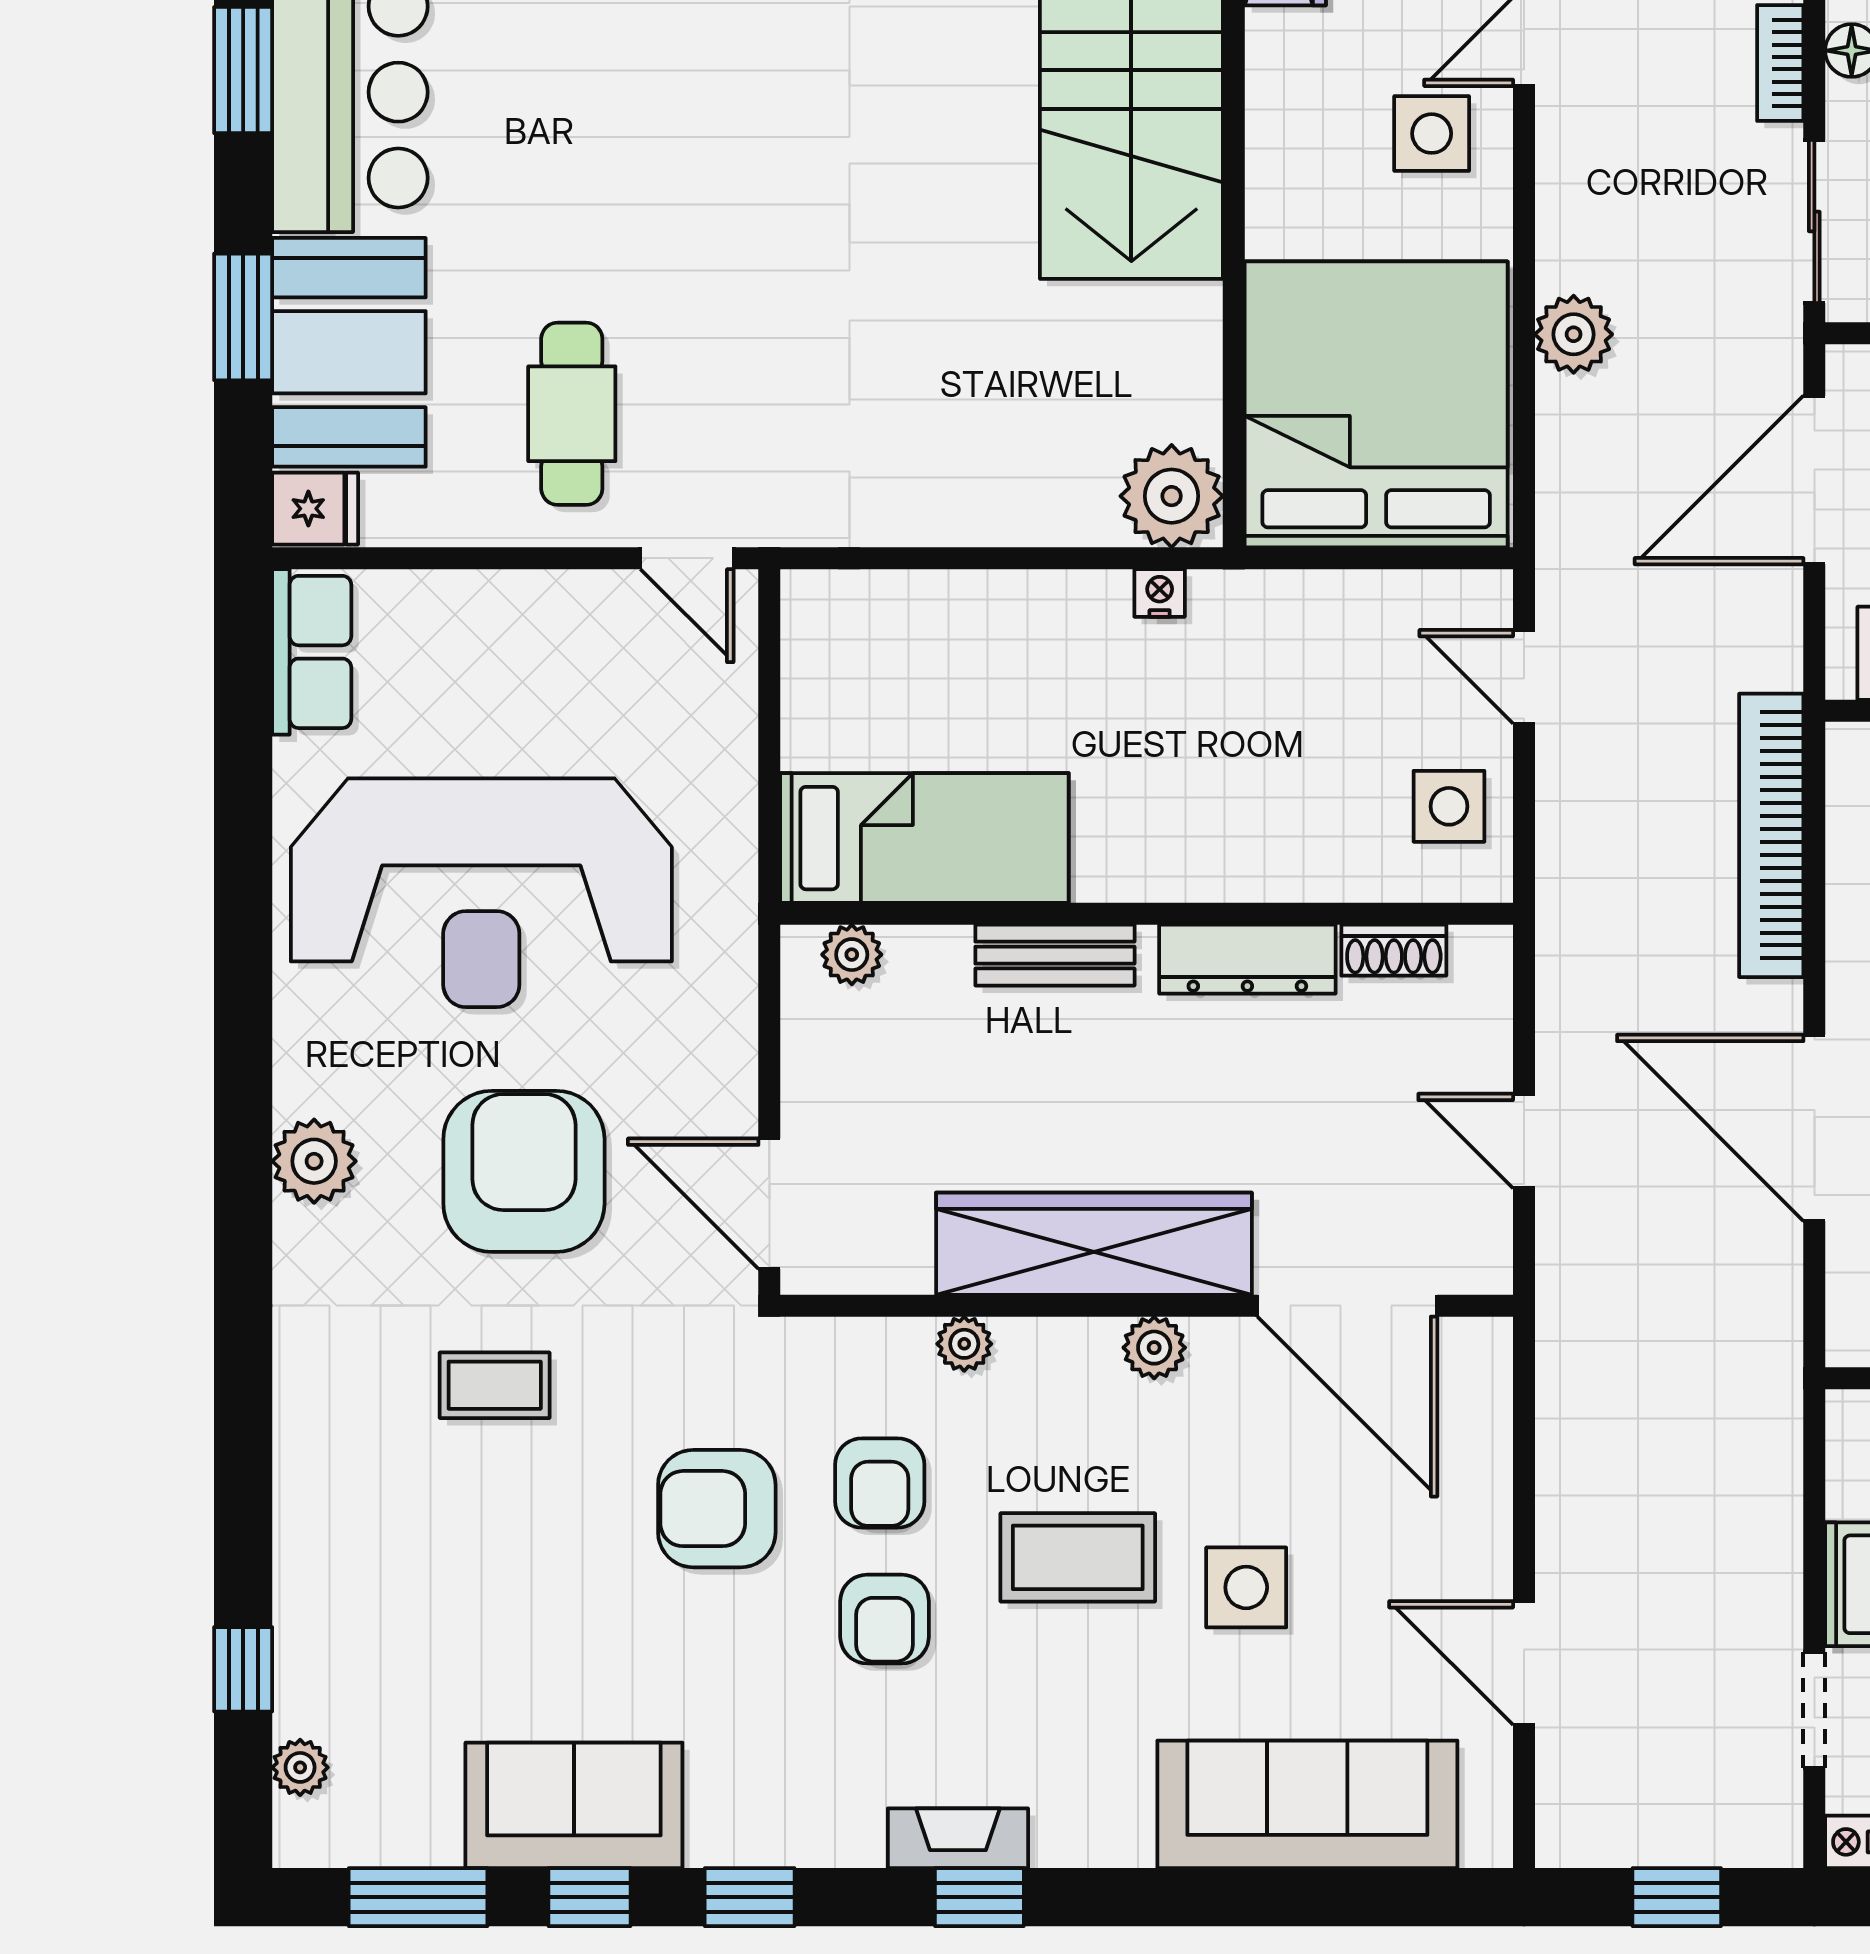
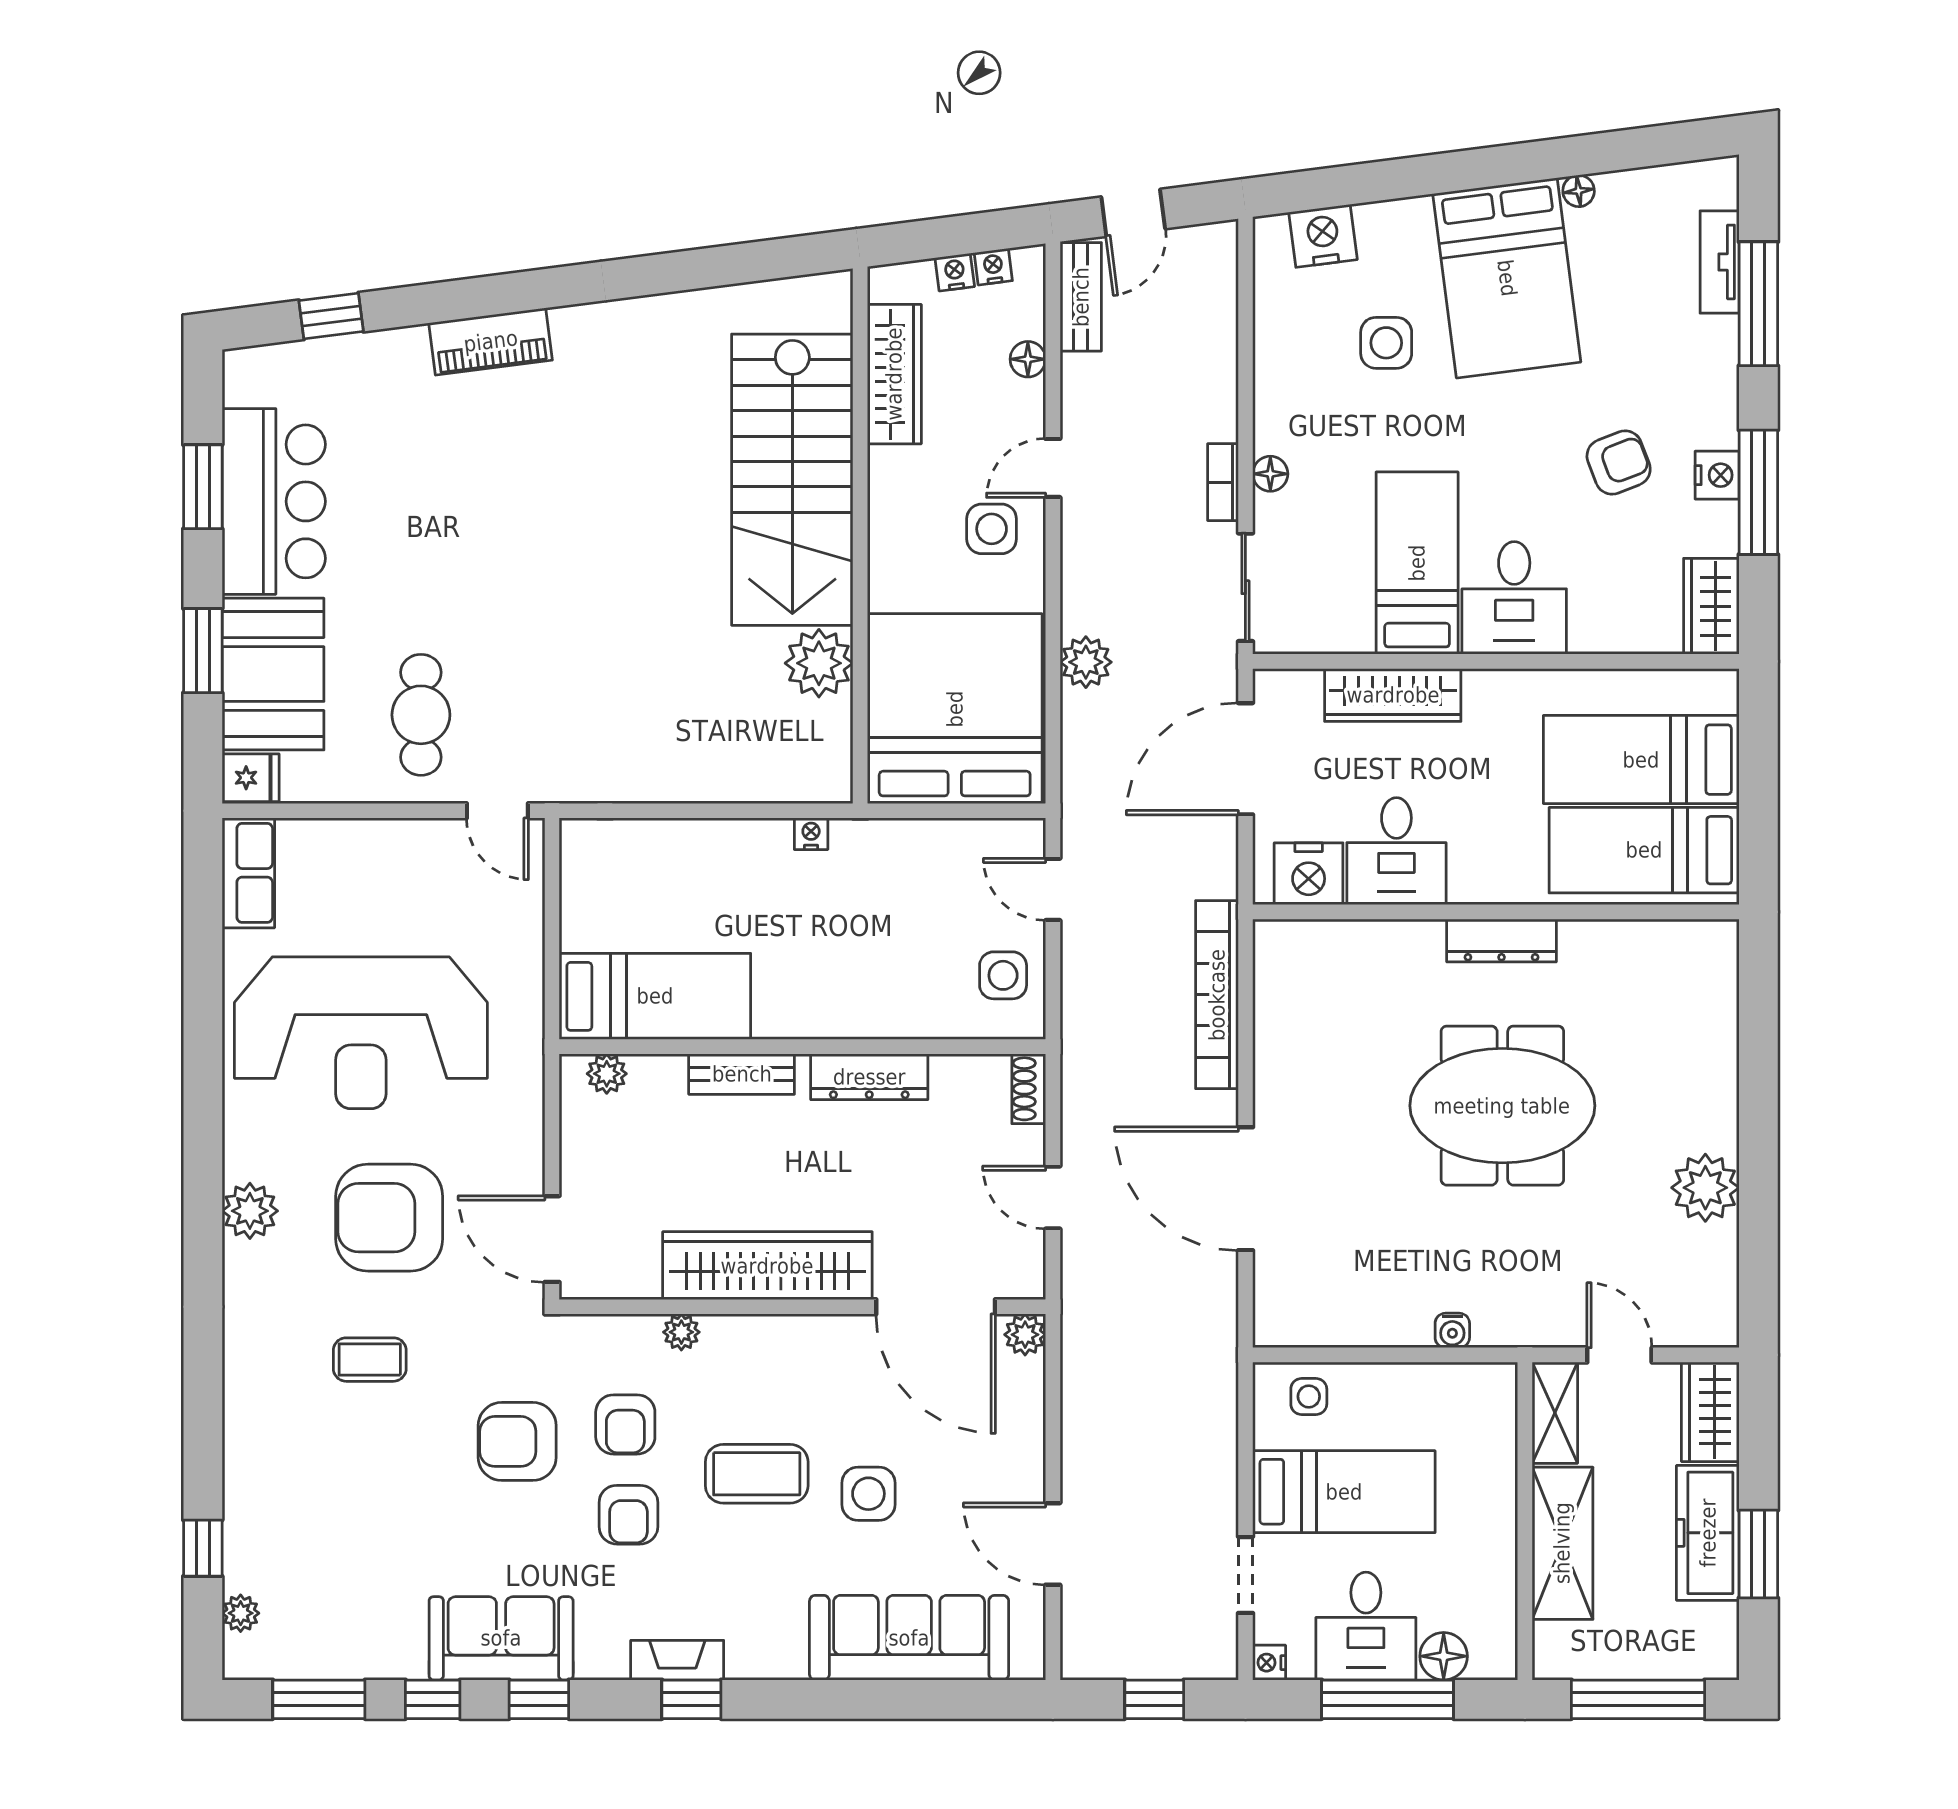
plant: (1172, 496) -> (819, 663), moved
shoe rack: (1394, 950) -> (1029, 1089), moved, turned 90
armchair: (524, 1171) -> (389, 1218), turned -90
plant: (1154, 1348) -> (1025, 1335), moved
sofa: (574, 1805) -> (501, 1638), moved

